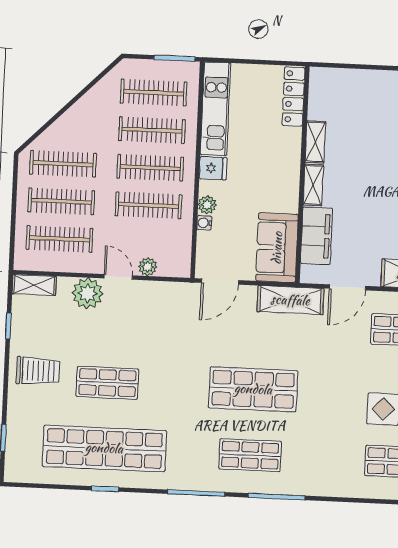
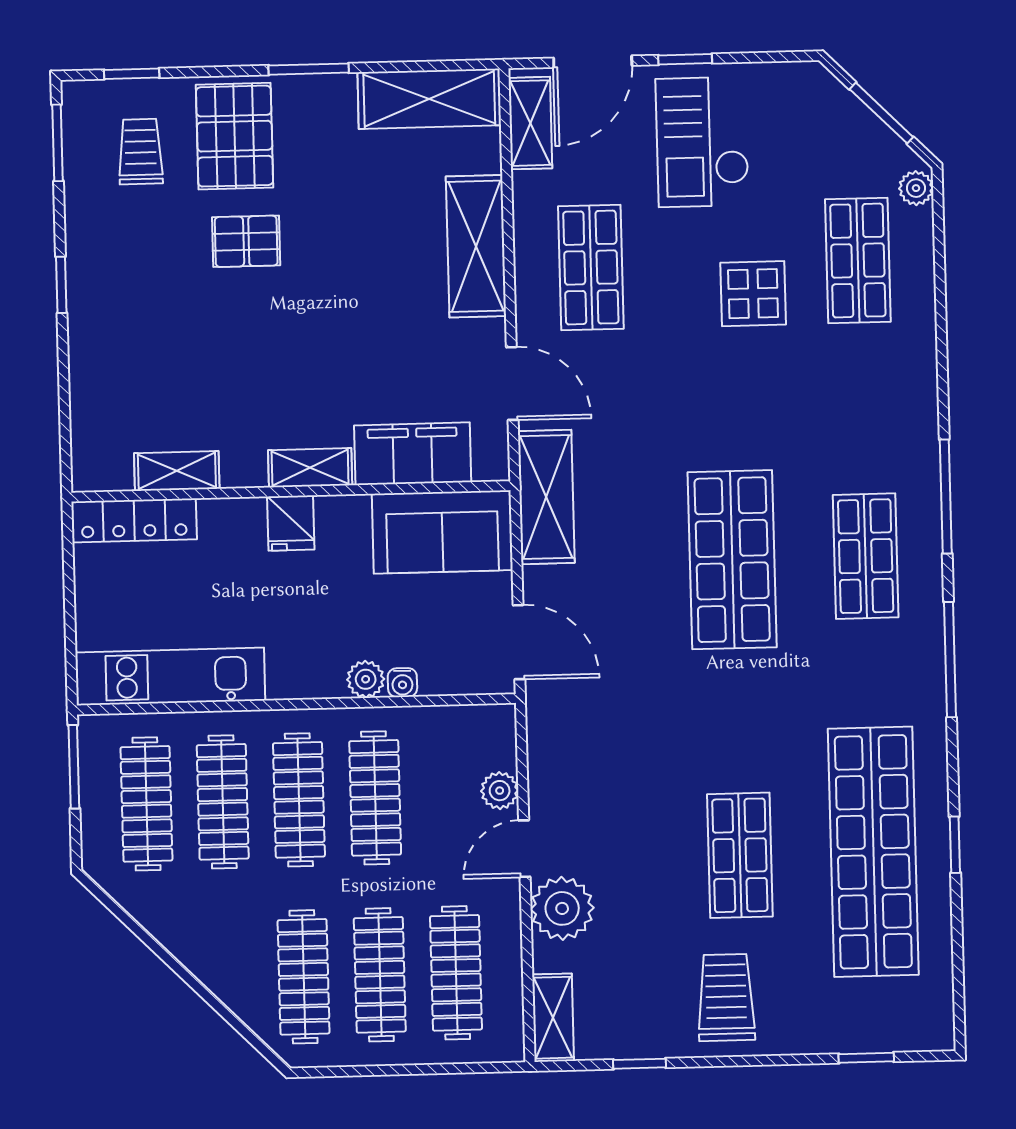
shelving: (315, 142) -> (177, 471), moved
fridge: (213, 168) -> (291, 523), moved, turned 180

